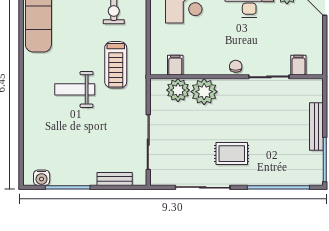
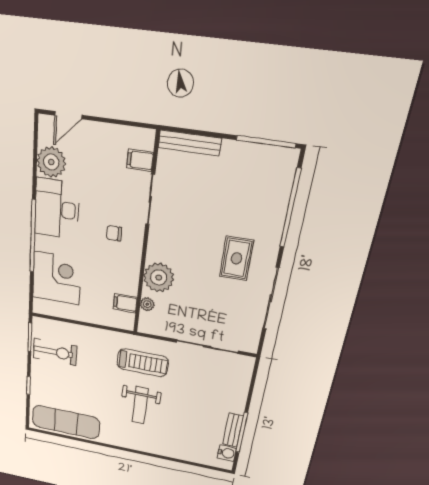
treadmill: (116, 65) -> (143, 363), moved
chair: (236, 66) -> (114, 233), moved
plant: (178, 90) -> (147, 304), width x0.53, depth x0.53
bench: (316, 127) -> (190, 143), moved
bench: (115, 179) -> (233, 430), moved

